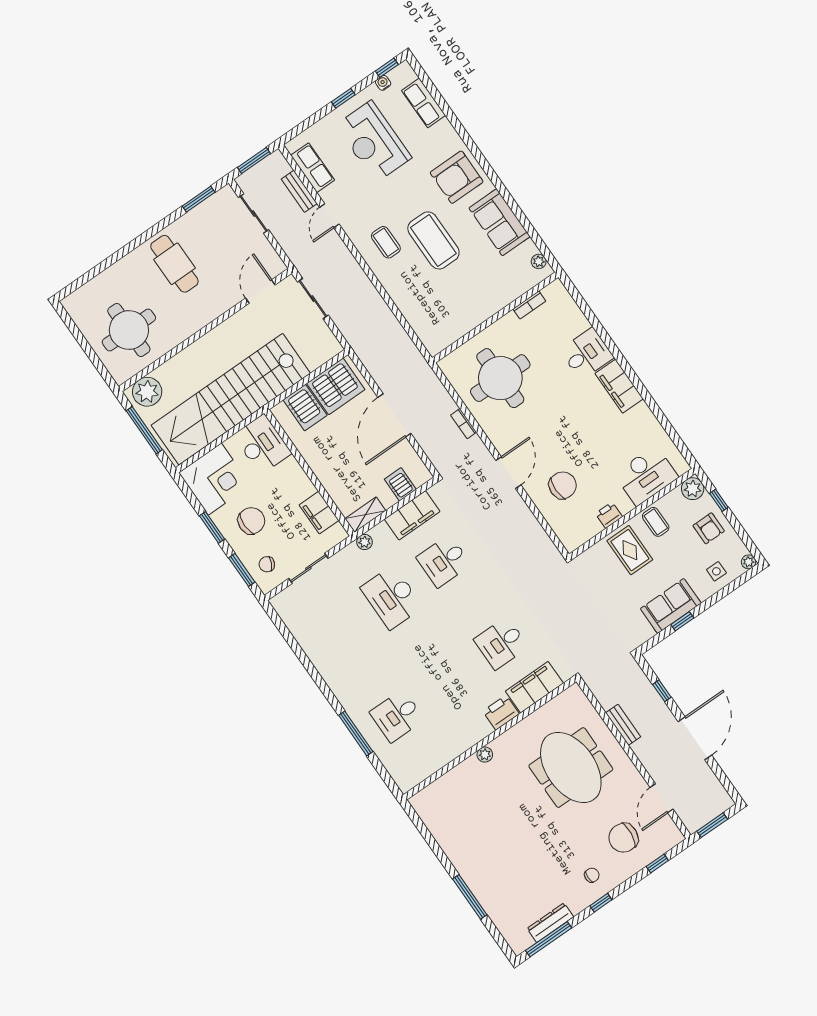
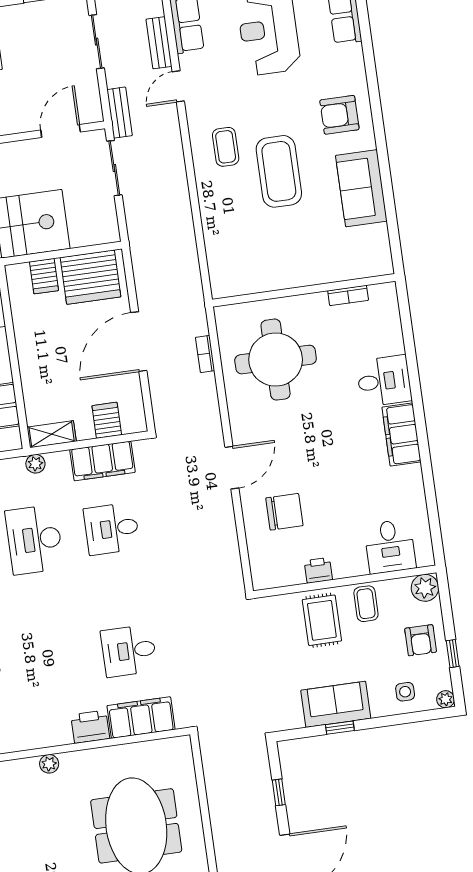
armchair: (457, 177) -> (339, 115), width x0.73, depth x0.73
plant: (539, 261) -> (383, 253), removed
server rack: (305, 408) -> (44, 276), width x0.73, depth x0.70
bookcase: (464, 424) -> (205, 354), moved
desk: (646, 476) -> (390, 546), width x0.73
window: (719, 500) -> (453, 654), moved
bench: (623, 725) -> (120, 113), moved

